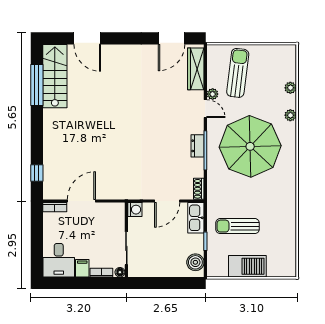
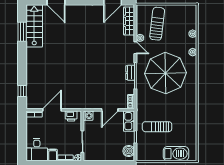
window: (37, 85) -> (22, 32), width x0.69
printer: (110, 210) -> (71, 116), added
barbecue: (247, 266) -> (176, 154), moved

